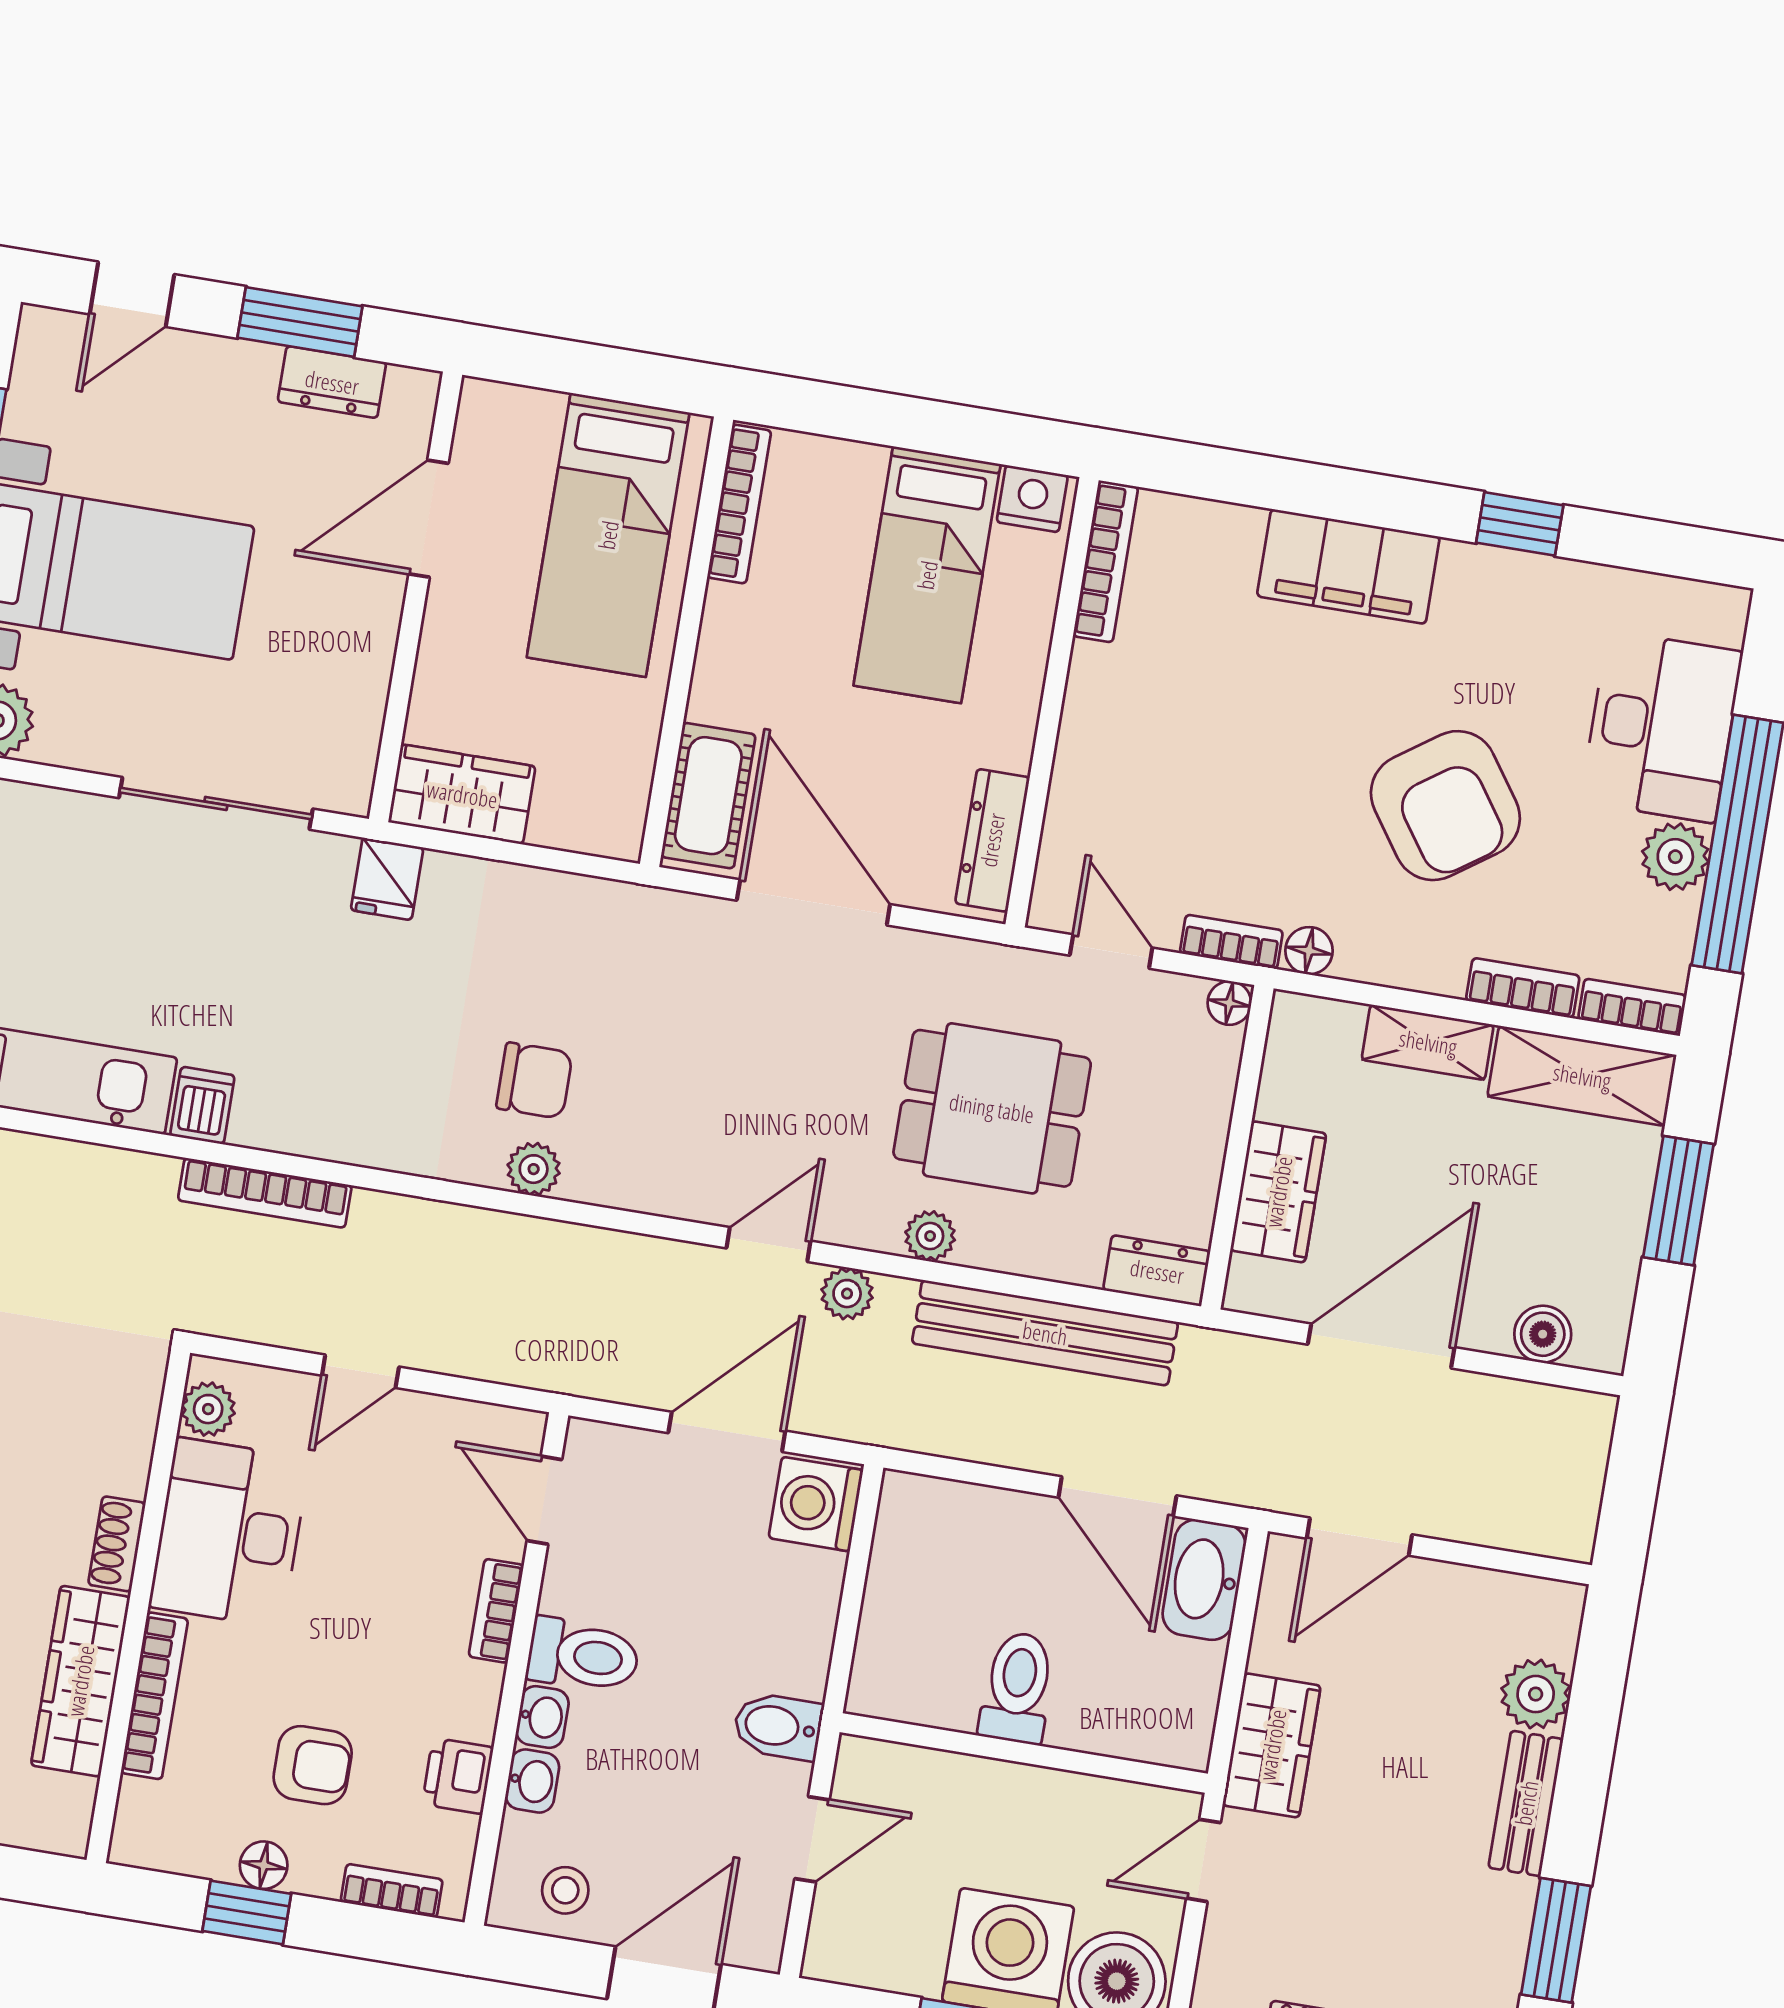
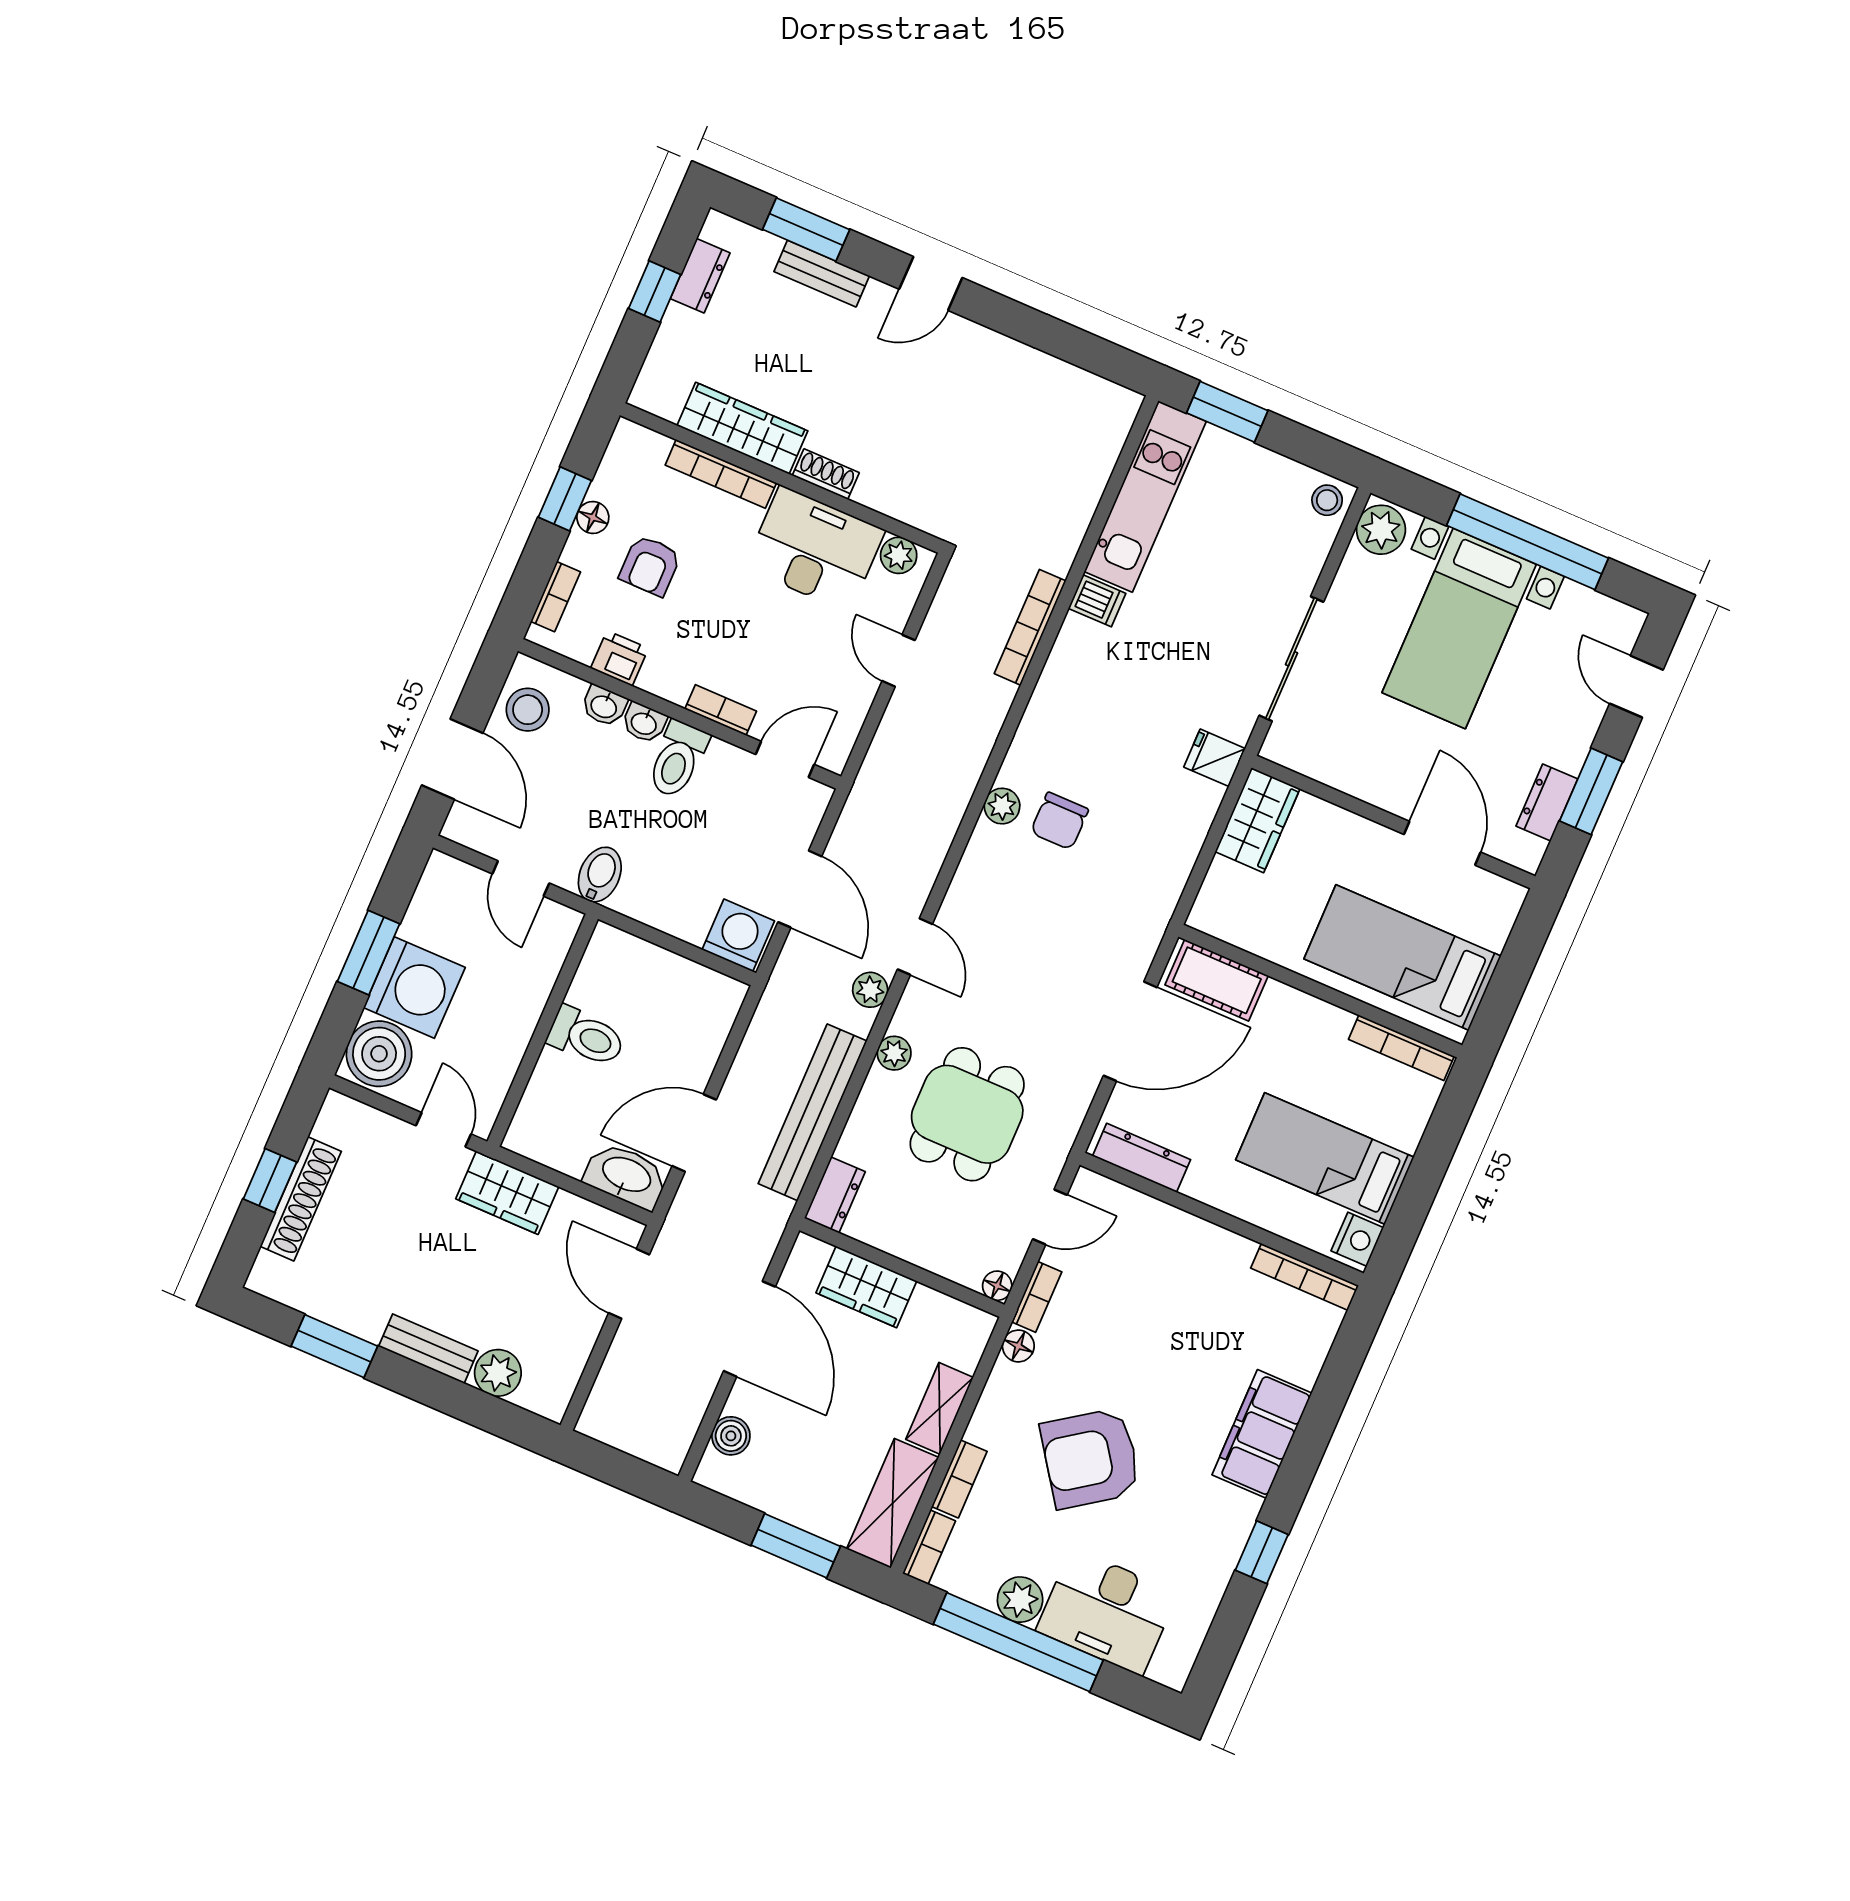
stool: (565, 1890) -> (528, 710), width x1.37, depth x1.37

